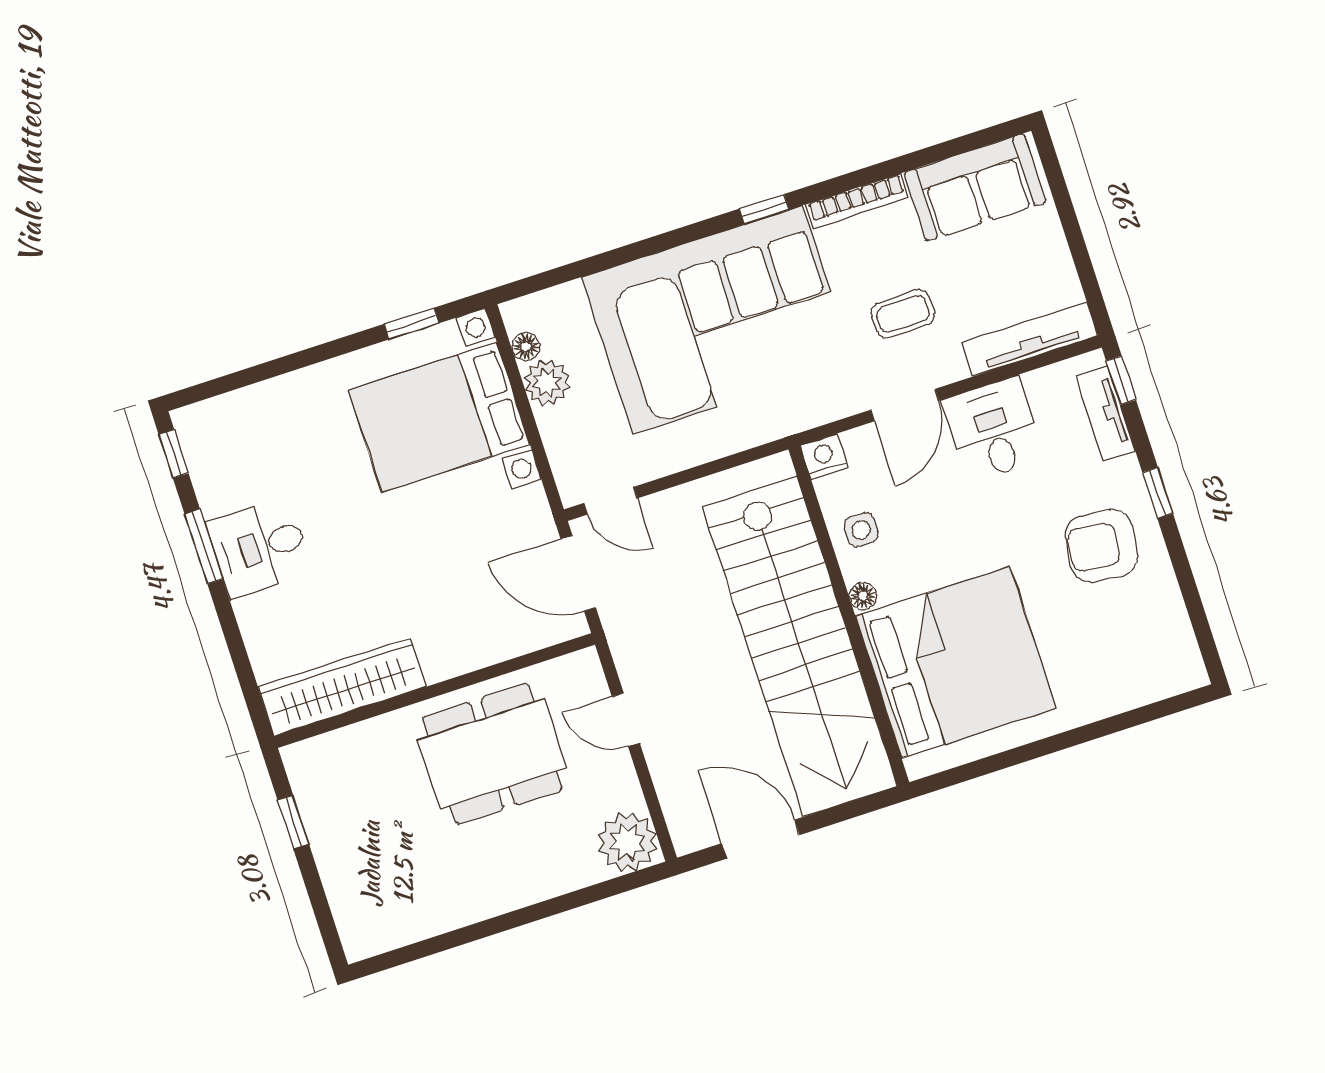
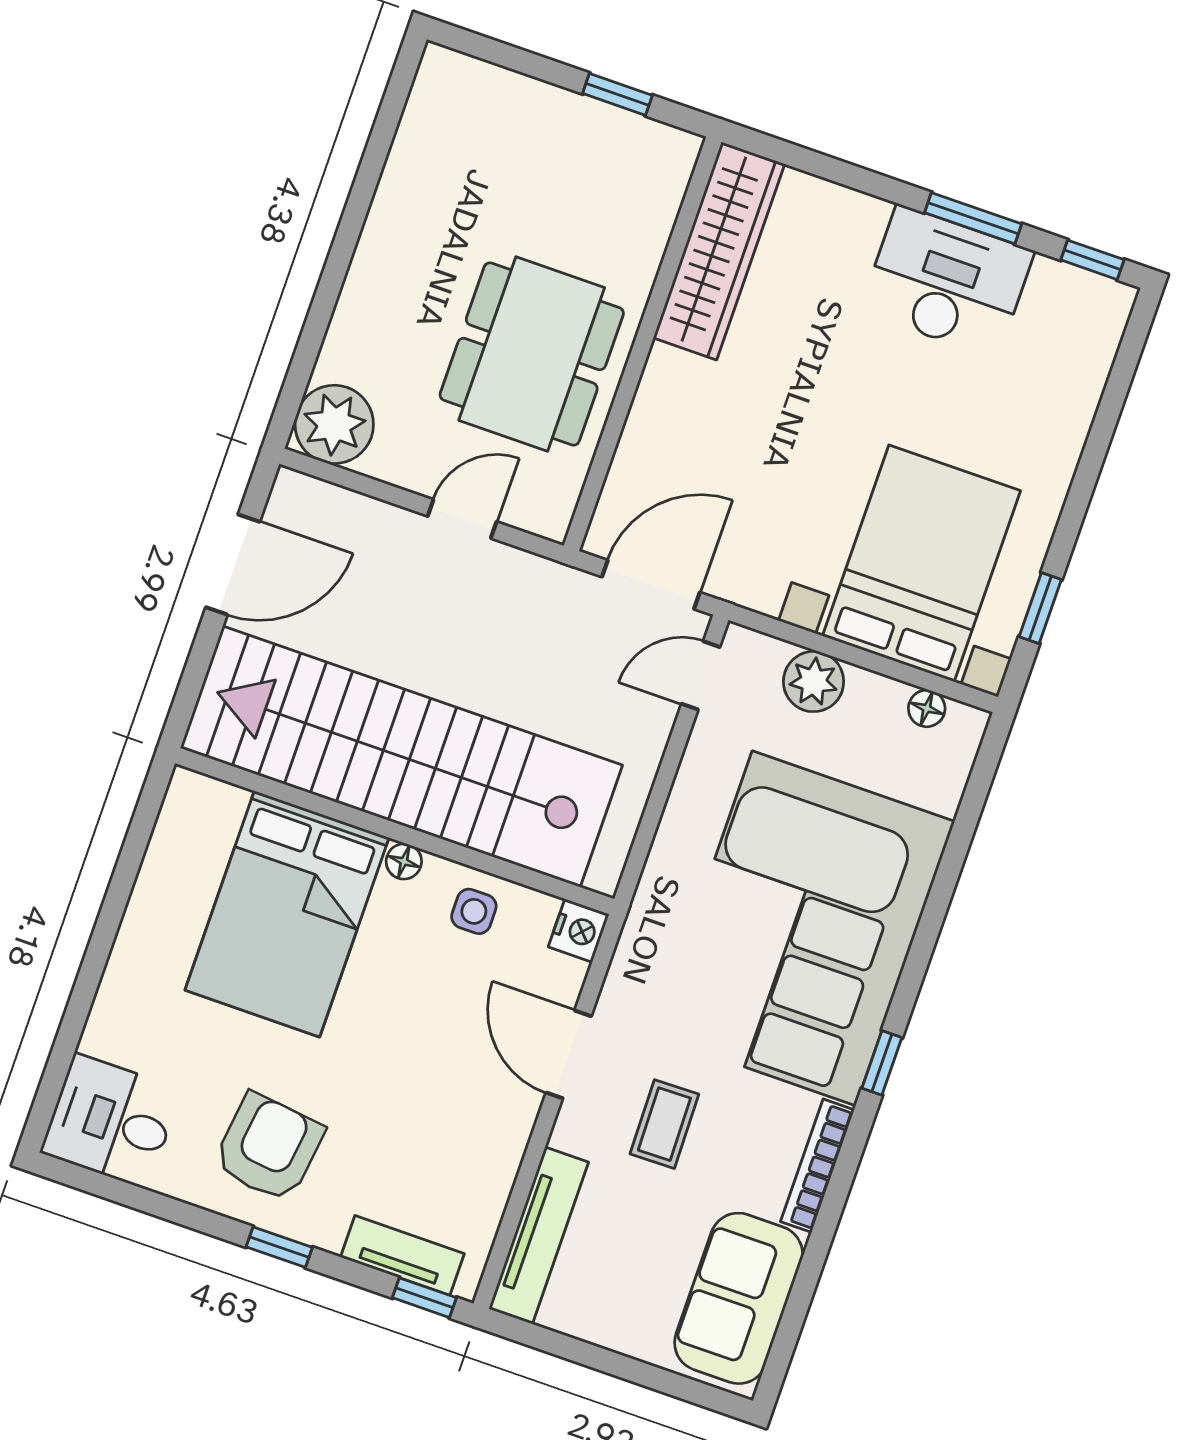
plant: (547, 382) -> (814, 682), moved
desk: (993, 429) -> (111, 1121), moved, turned 180
desk: (259, 547) -> (947, 281), width x1.37
bed: (956, 662) -> (287, 914), width x0.73

